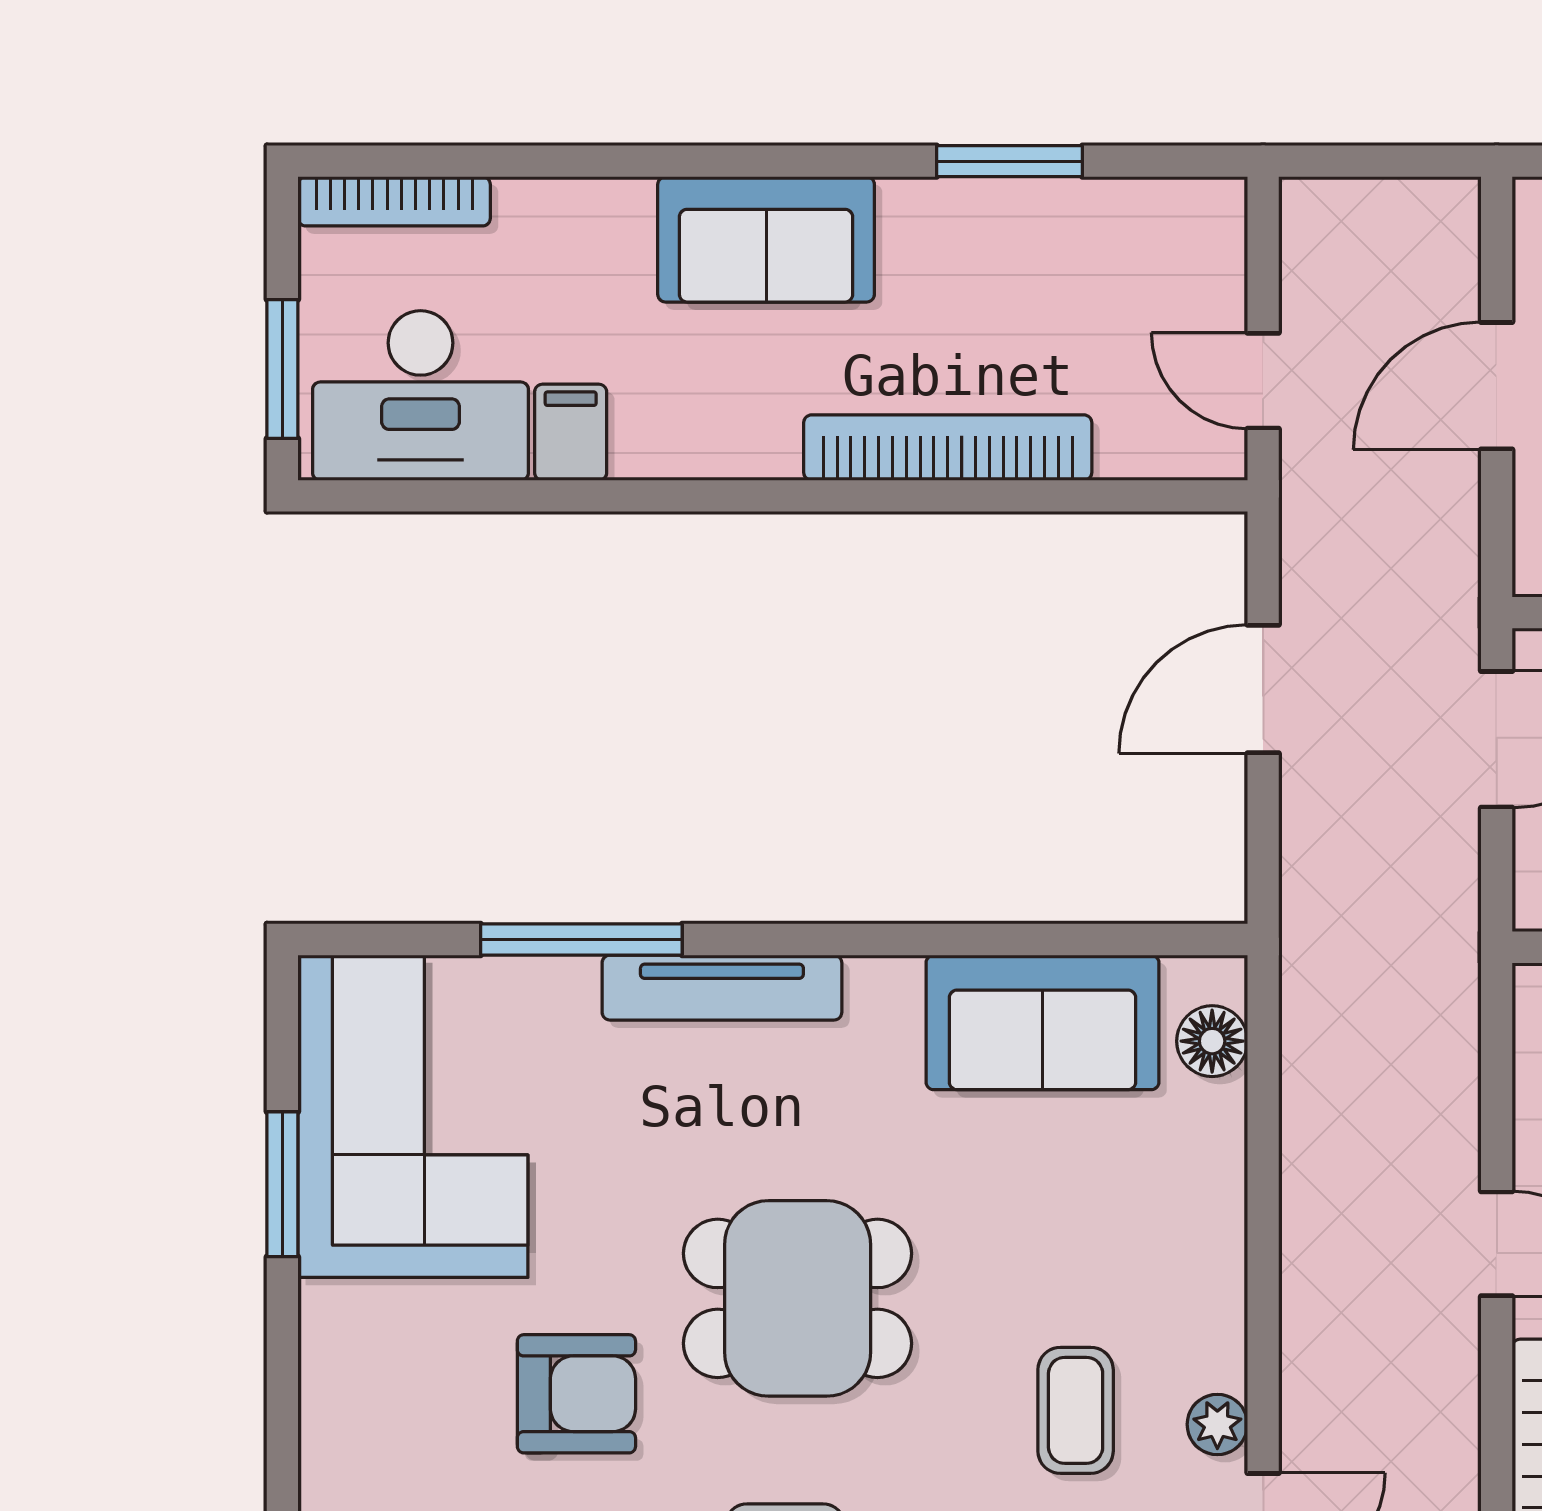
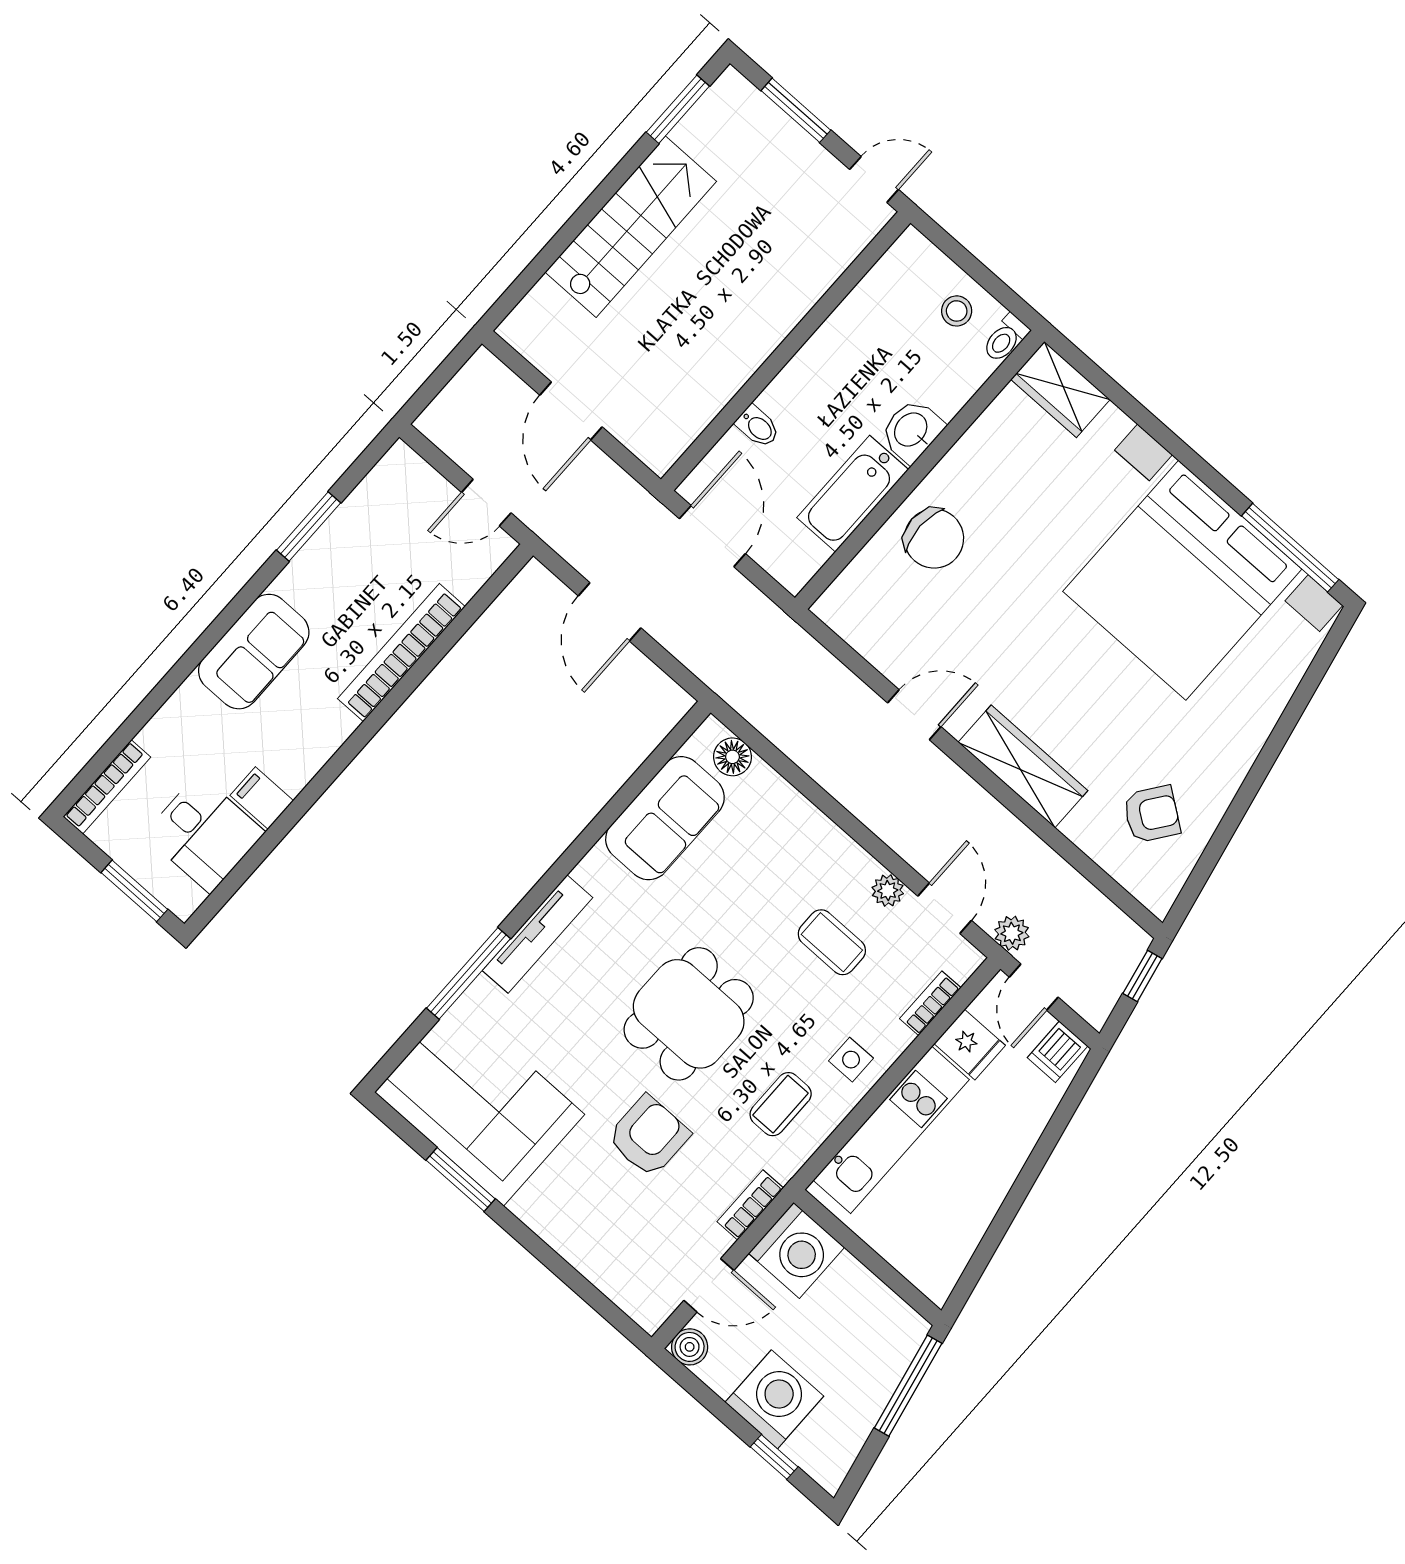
desk: (420, 395) -> (204, 833), width x0.73

